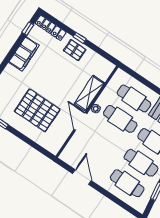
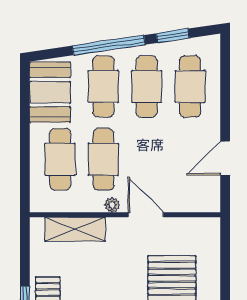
shelving: (89, 93) -> (75, 229), moved
door: (80, 121) -> (146, 215), swing flipped

